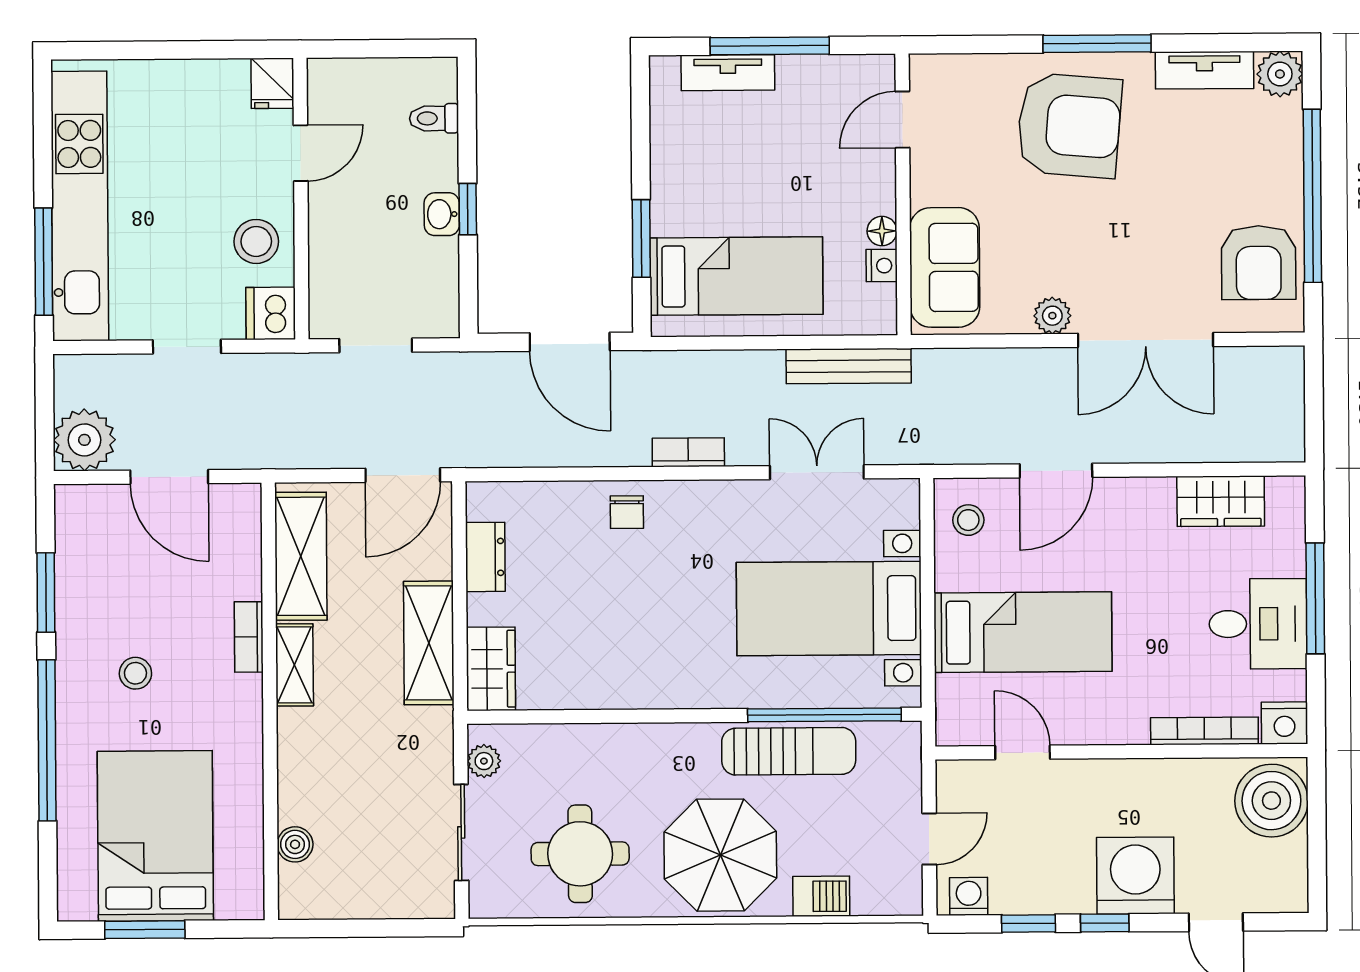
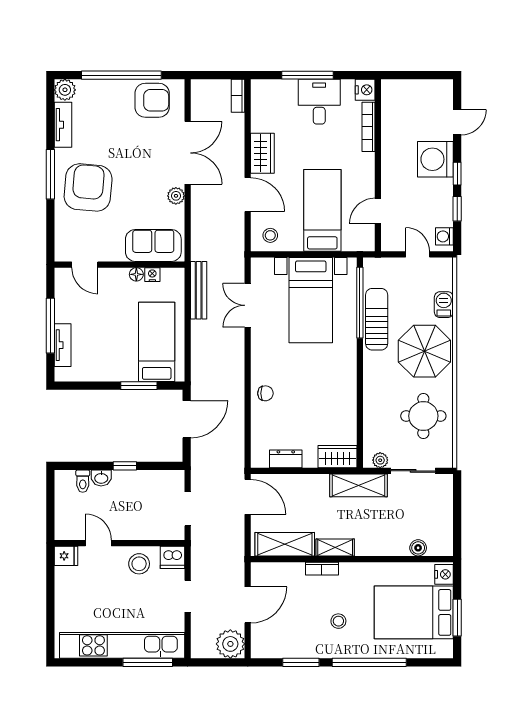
washbasin: (442, 214) -> (101, 478), moved
bookcase: (688, 452) -> (238, 96), moved
wardrobe: (1221, 501) -> (262, 153), moved
shelving: (429, 643) -> (359, 485), moved
boiler: (1271, 801) -> (401, 96), removed
nightstand: (238, 901) -> (444, 574), added

